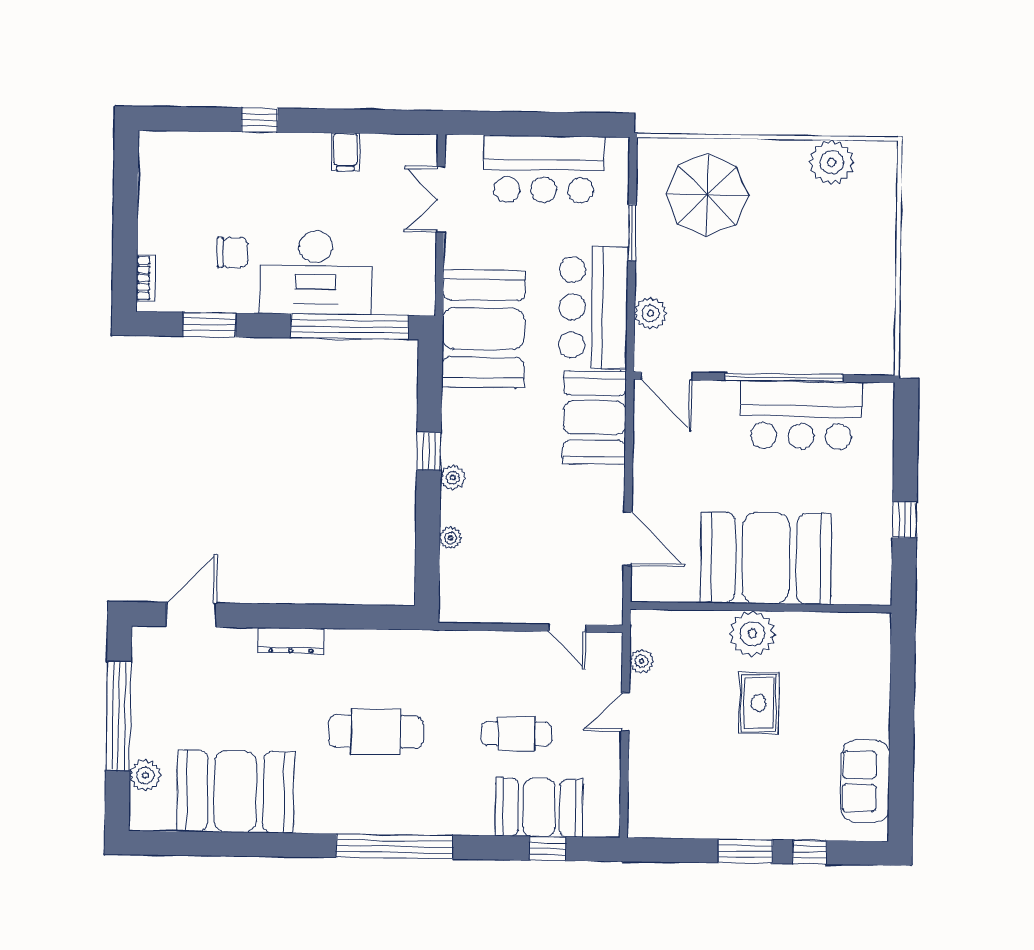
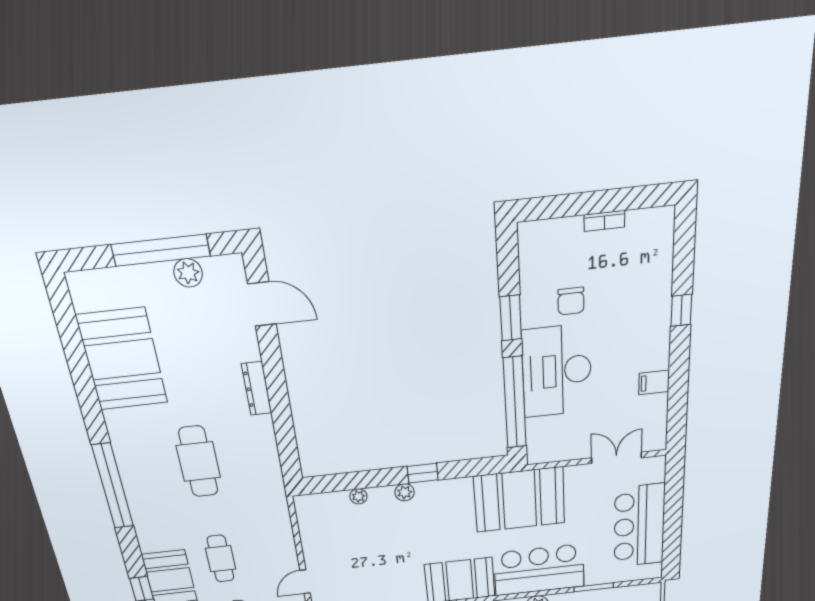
bookcase: (146, 278) -> (604, 221), moved
window: (209, 325) -> (511, 318), moved
plant: (145, 775) -> (188, 273), moved

